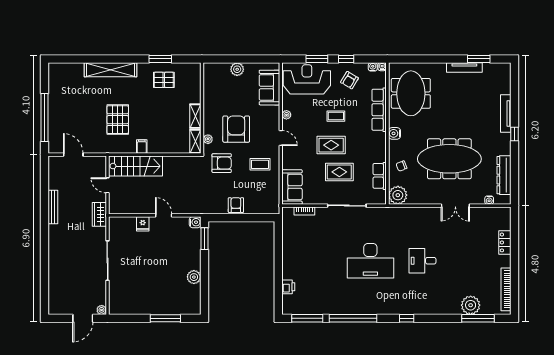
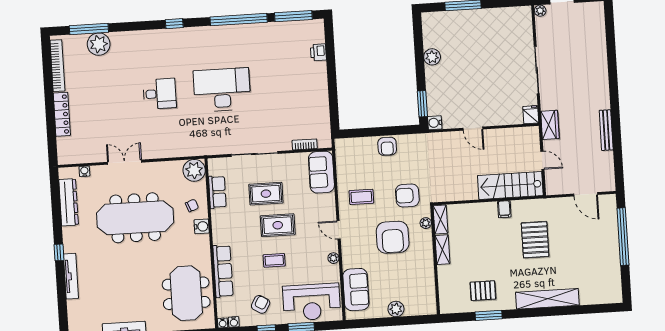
water cooler: (394, 133) -> (202, 226), moved
fridge: (143, 224) -> (531, 115), moved
locker: (505, 242) -> (62, 114), width x1.53

